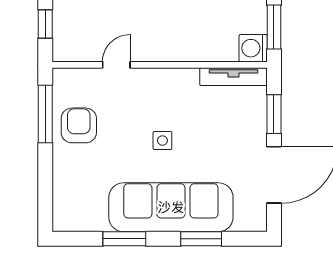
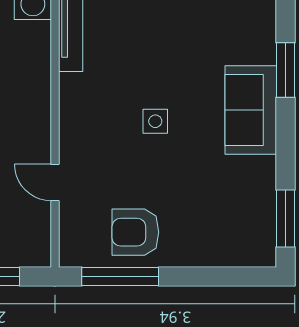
sofa: (171, 207) -> (251, 110), width x0.54, depth x0.79
window: (124, 239) -> (286, 219), moved

